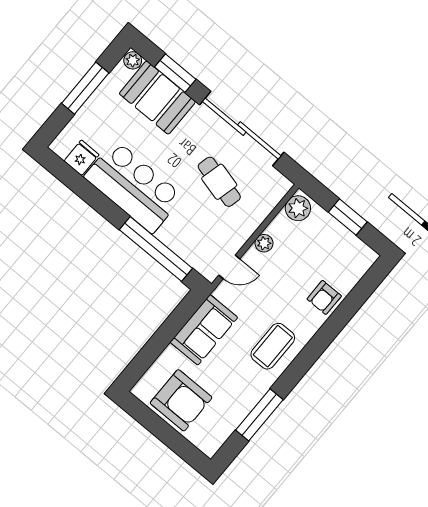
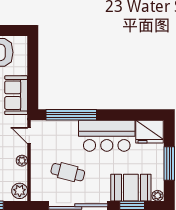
fridge: (82, 158) -> (150, 132), width x1.88, depth x1.34
door: (229, 267) -> (29, 135), hinge flipped

